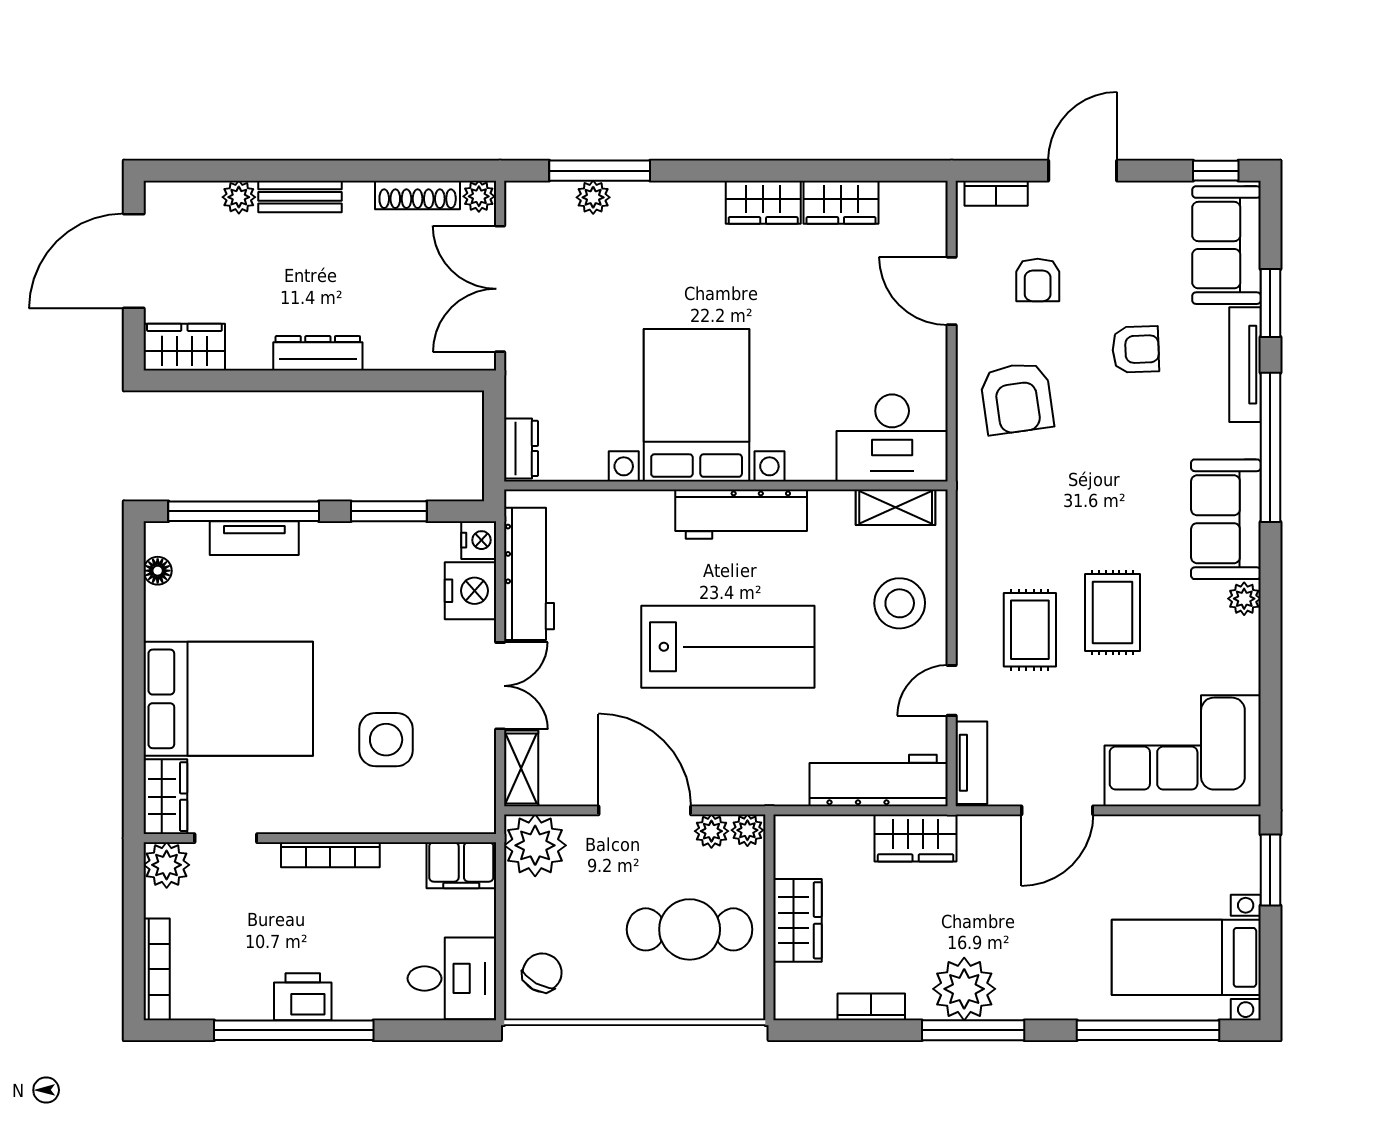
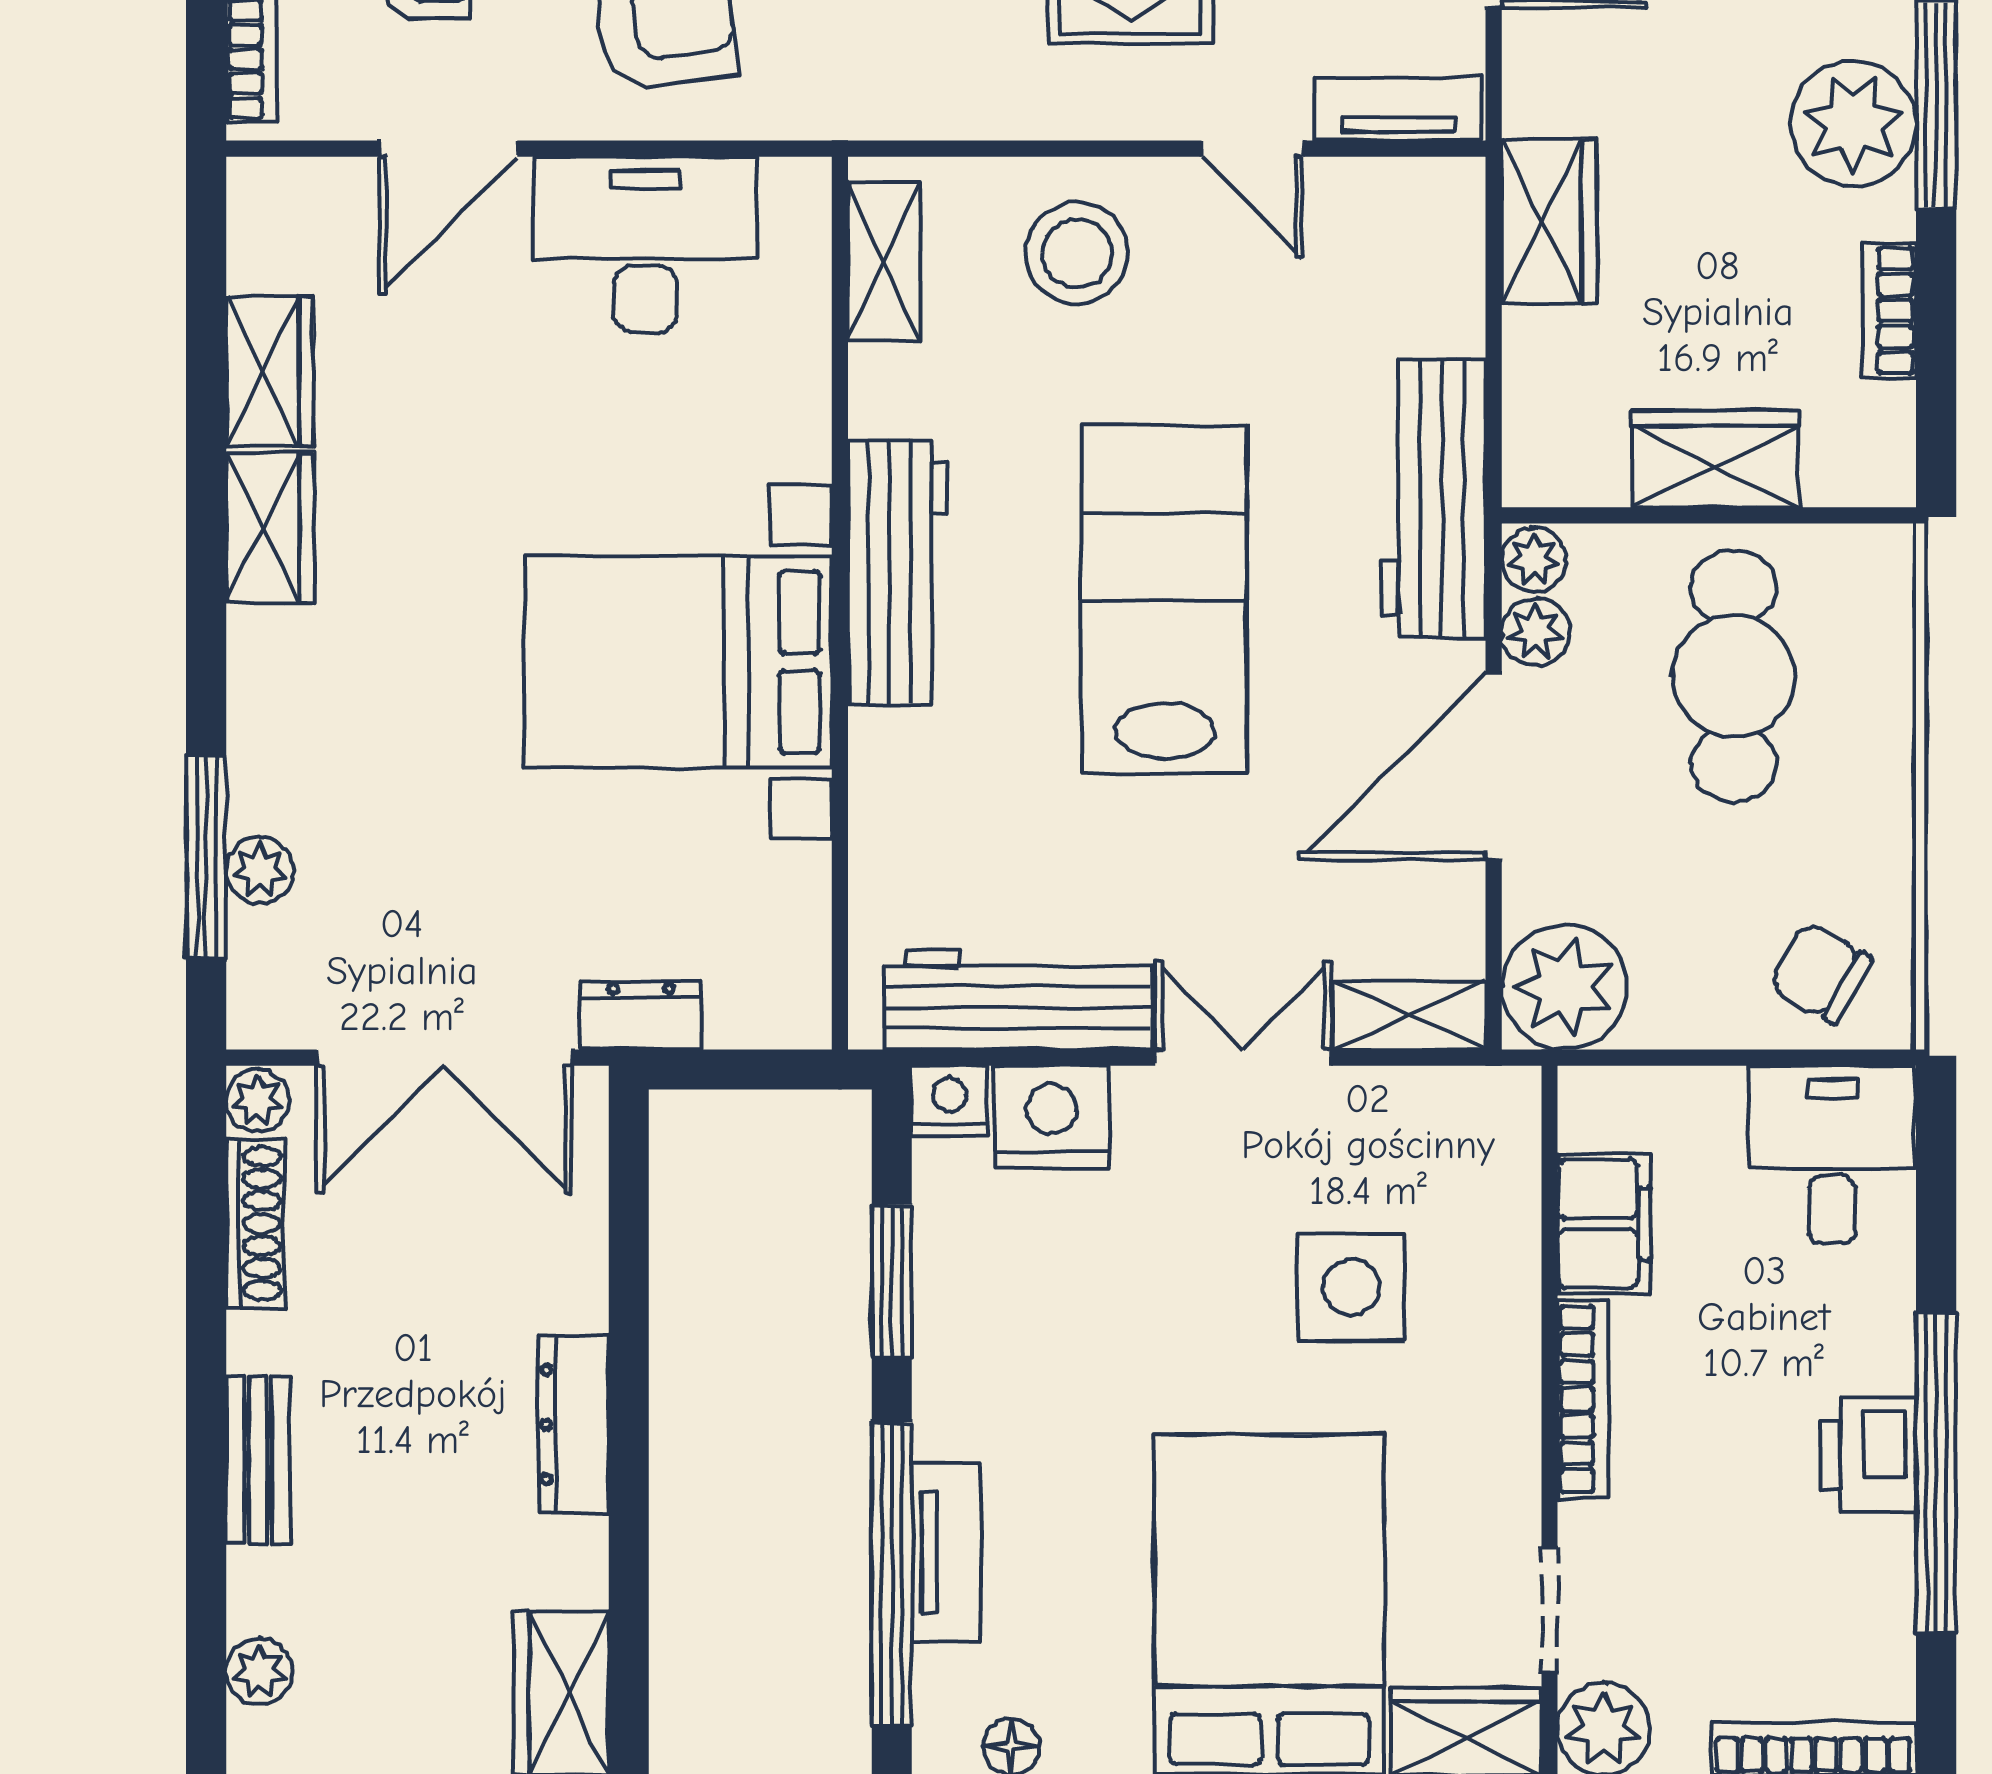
plant: (239, 197) -> (259, 1672), moved
desk: (892, 438) -> (645, 244), moved, turned -90
dresser: (521, 448) -> (641, 1015), moved
workbench: (879, 780) -> (1434, 499), moved
filing cabinet: (461, 865) -> (1604, 1224), moved

